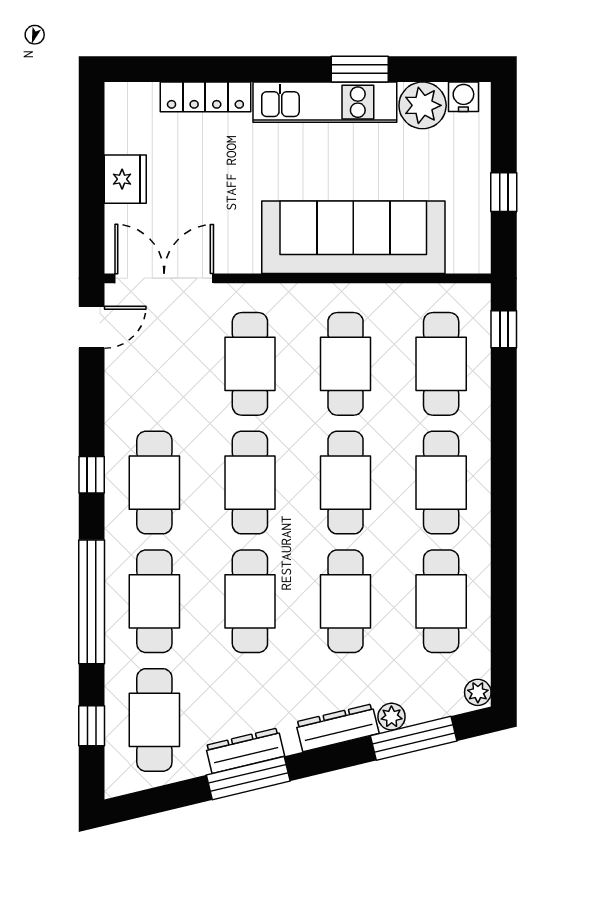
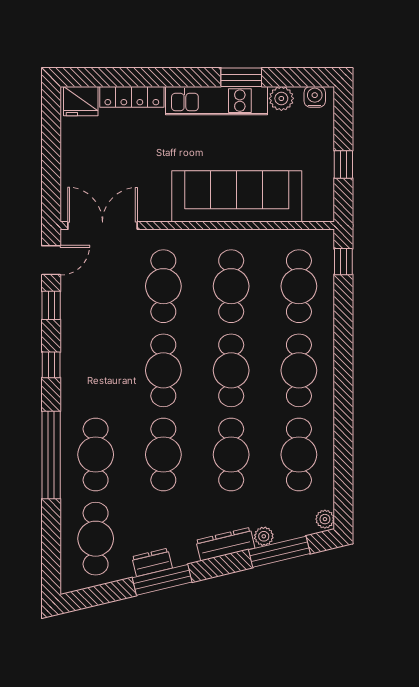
plant: (423, 105) -> (281, 98), width x0.73, depth x0.73
fridge: (125, 179) -> (81, 101), moved, turned 90
cafe table: (154, 483) -> (96, 370), removed
window: (92, 726) -> (51, 305), moved
dresser: (245, 751) -> (152, 562), width x0.70

